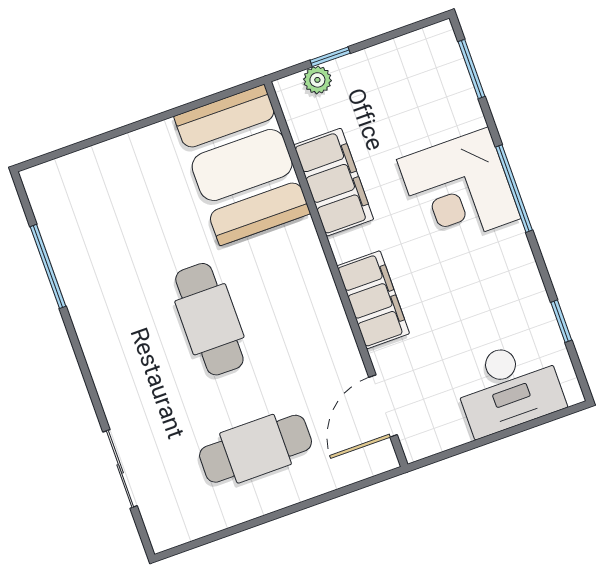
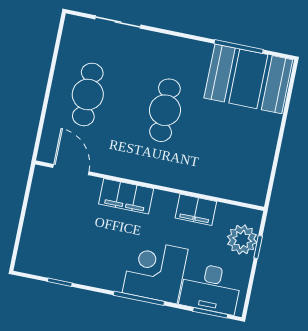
plant: (317, 80) -> (242, 240), width x1.87, depth x1.87
booth: (242, 165) -> (248, 79), moved
filing cabinet: (334, 182) -> (196, 210), width x0.67, depth x0.86
cafe table: (209, 319) -> (165, 110), turned 90
desk: (509, 387) -> (211, 288), moved, turned -90

